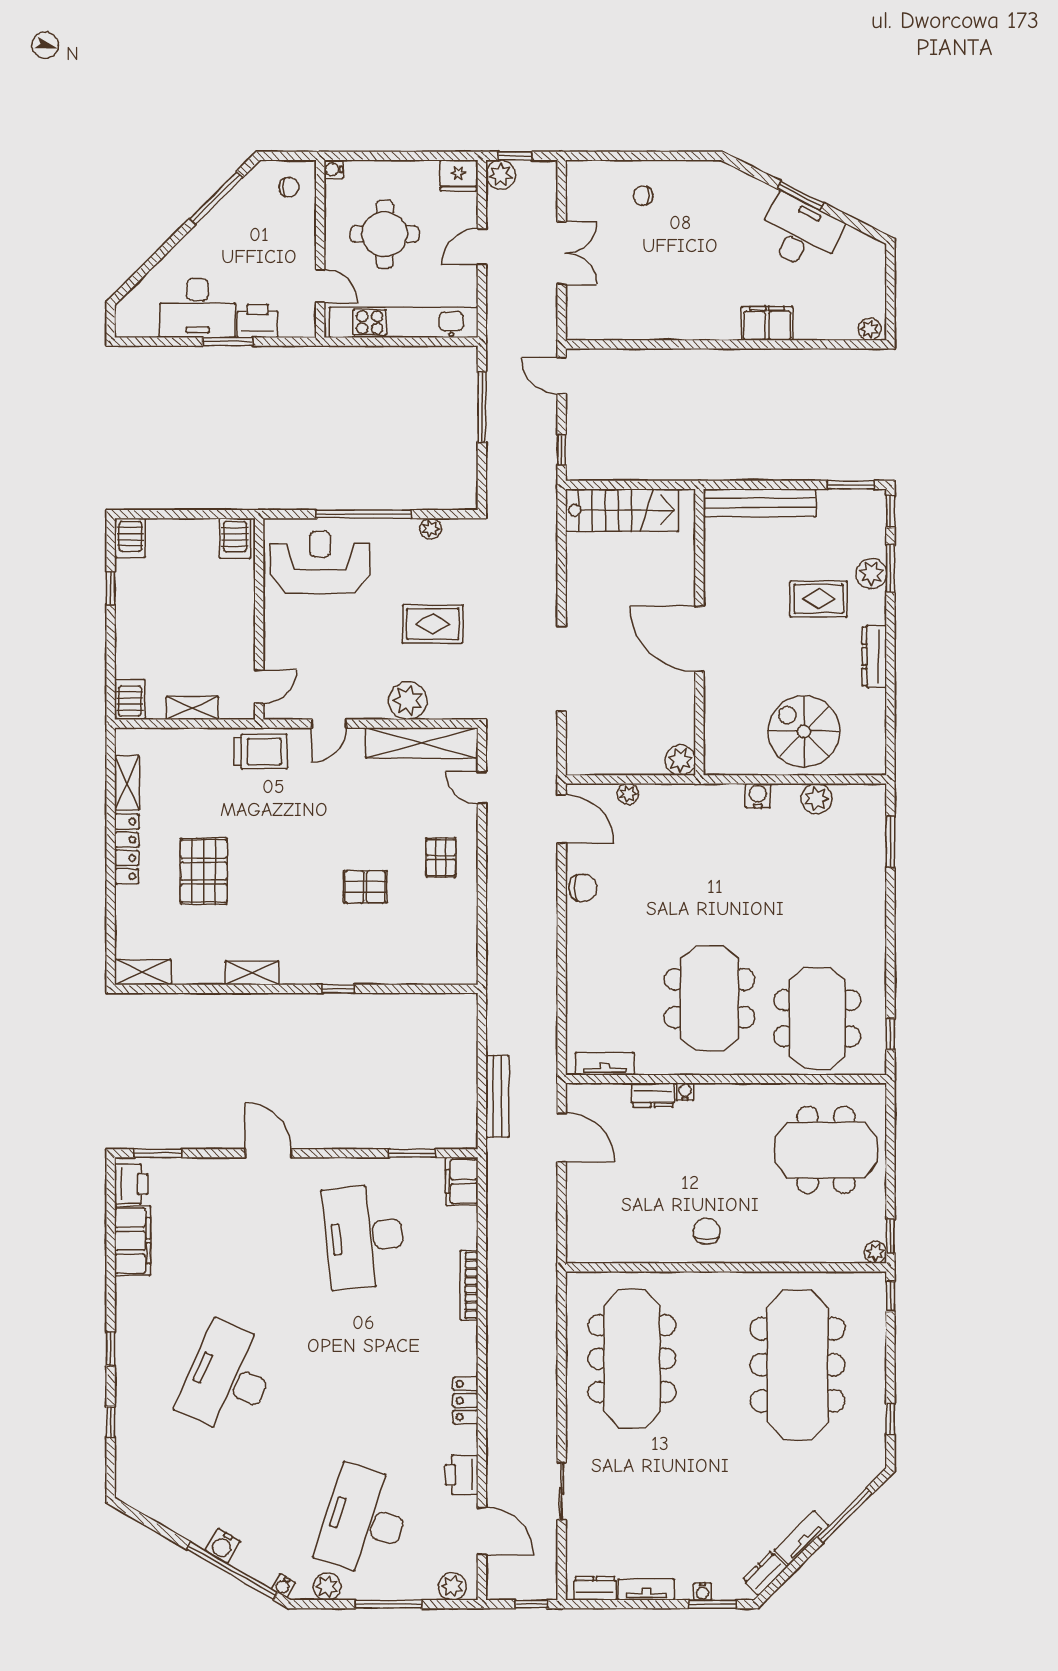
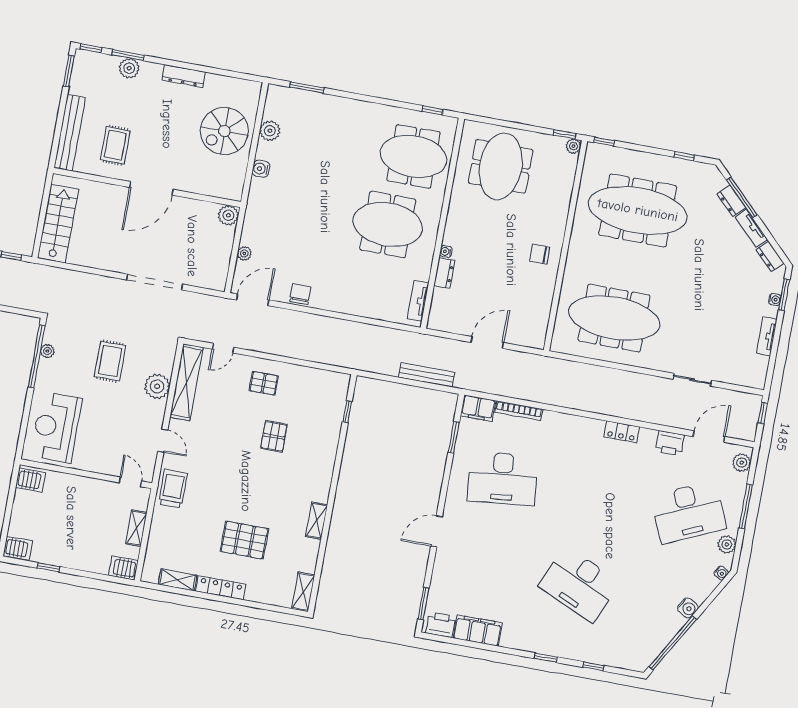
window: (364, 514) -> (37, 356), moved
rug: (819, 599) -> (115, 145), moved
window: (338, 989) -> (347, 412), moved
door: (562, 1137) -> (487, 342), moved
bookcase: (469, 1285) -> (519, 411), moved
desk: (364, 1521) -> (688, 512), turned -42
window: (232, 1571) -> (673, 643), moved
dresser: (595, 1588) -> (731, 201), moved, turned -45

